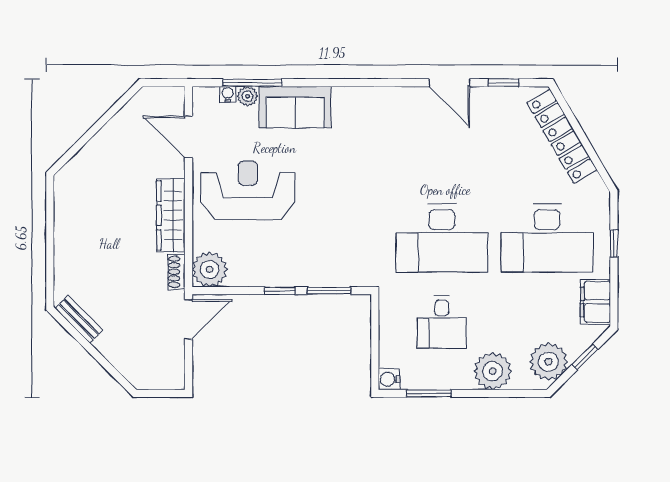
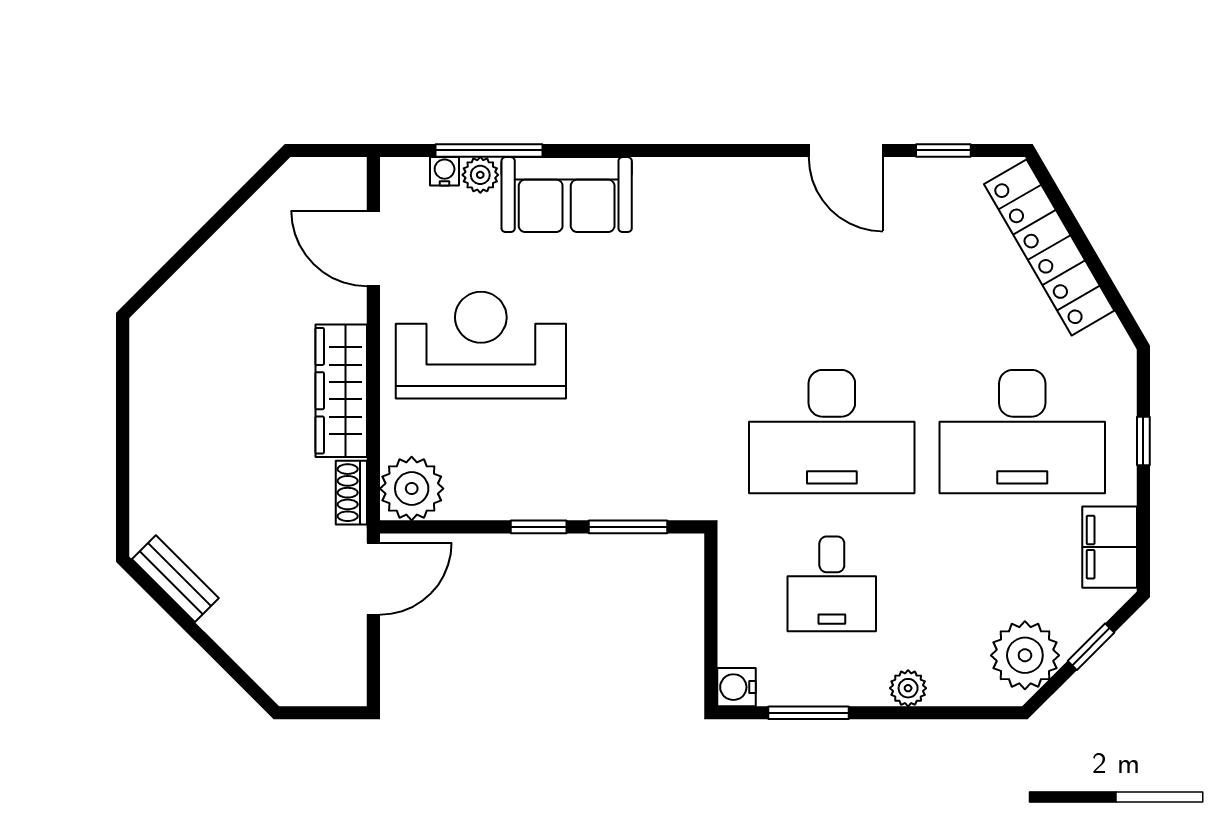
plant: (493, 371) -> (908, 688), width x0.53, depth x0.53

